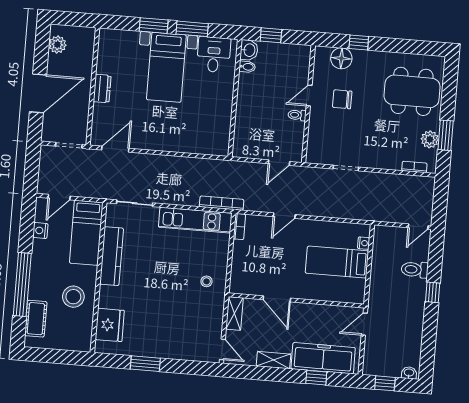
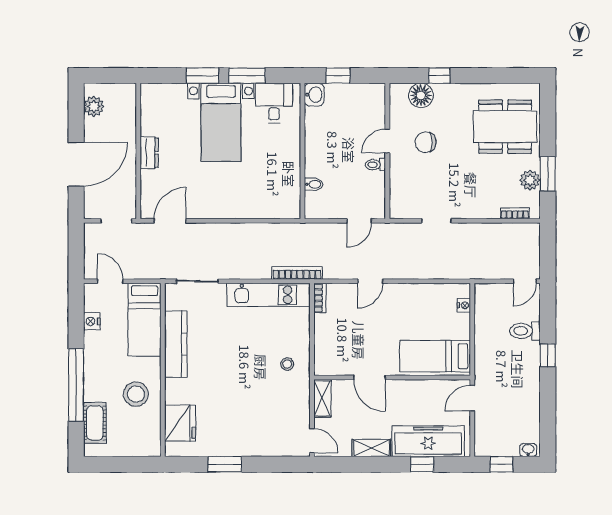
bidet: (247, 67) -> (314, 184), moved
door: (59, 197) -> (110, 281), swing flipped
bed: (337, 262) -> (435, 356), moved

